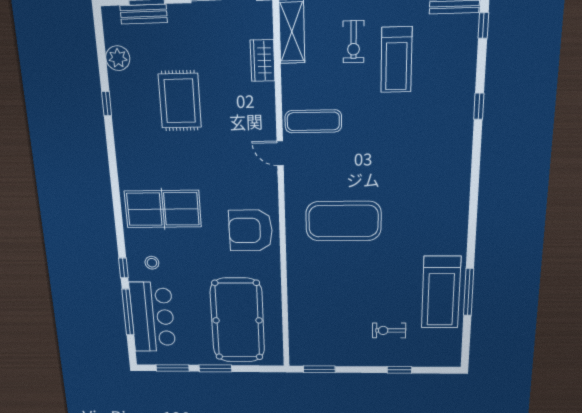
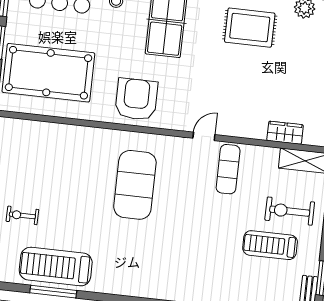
exercise bike: (354, 42) -> (290, 211), width x1.38, depth x1.39
rug: (180, 101) -> (250, 28), moved
exercise bike: (389, 330) -> (22, 215), turned -90

